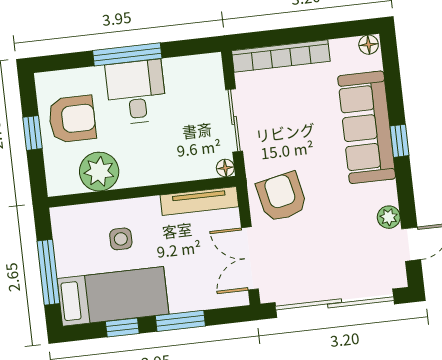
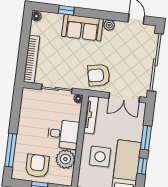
window: (127, 54) -> (11, 150), moved
desk: (136, 92) -> (63, 134), moved, turned 180
sofa: (367, 127) -> (82, 28), width x0.73
window: (399, 141) -> (66, 10), moved
plant: (389, 217) -> (109, 25), moved
side table: (121, 239) -> (100, 157), width x1.87, depth x1.87

